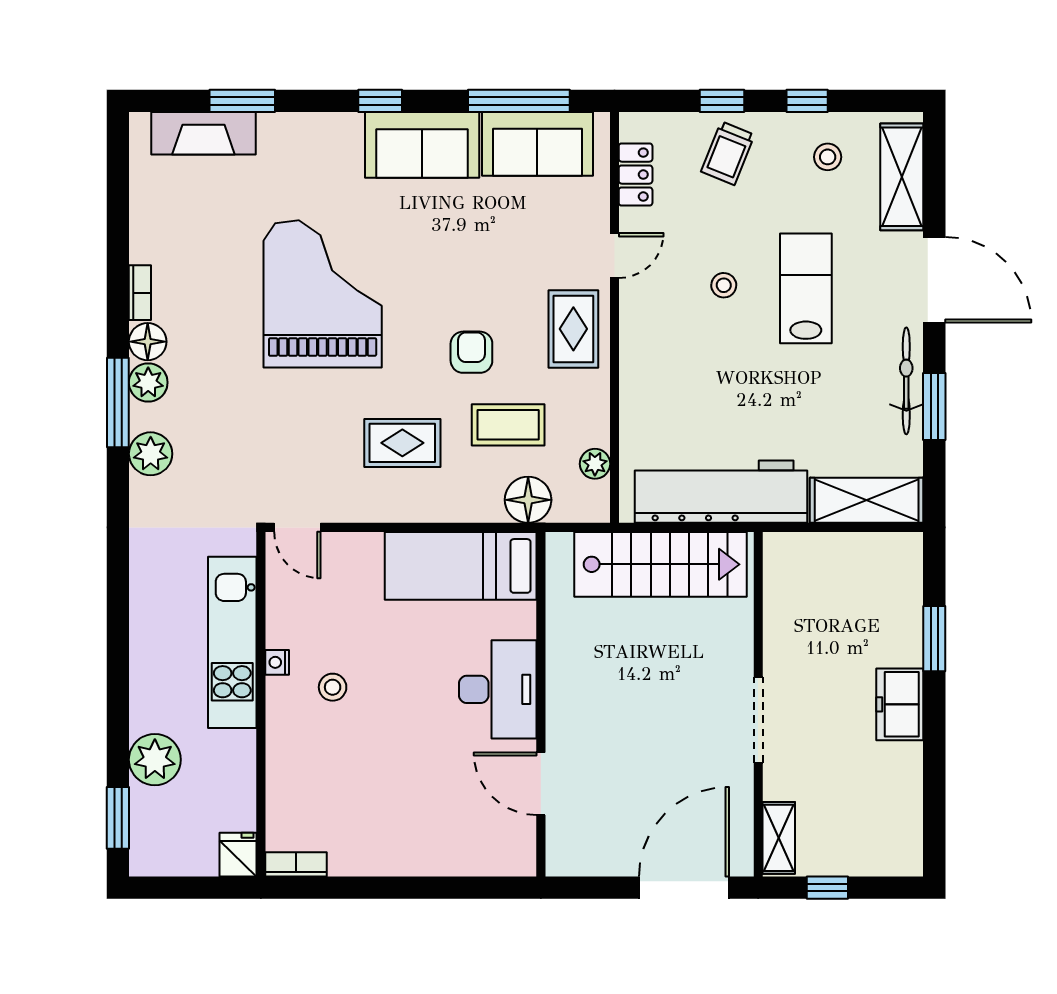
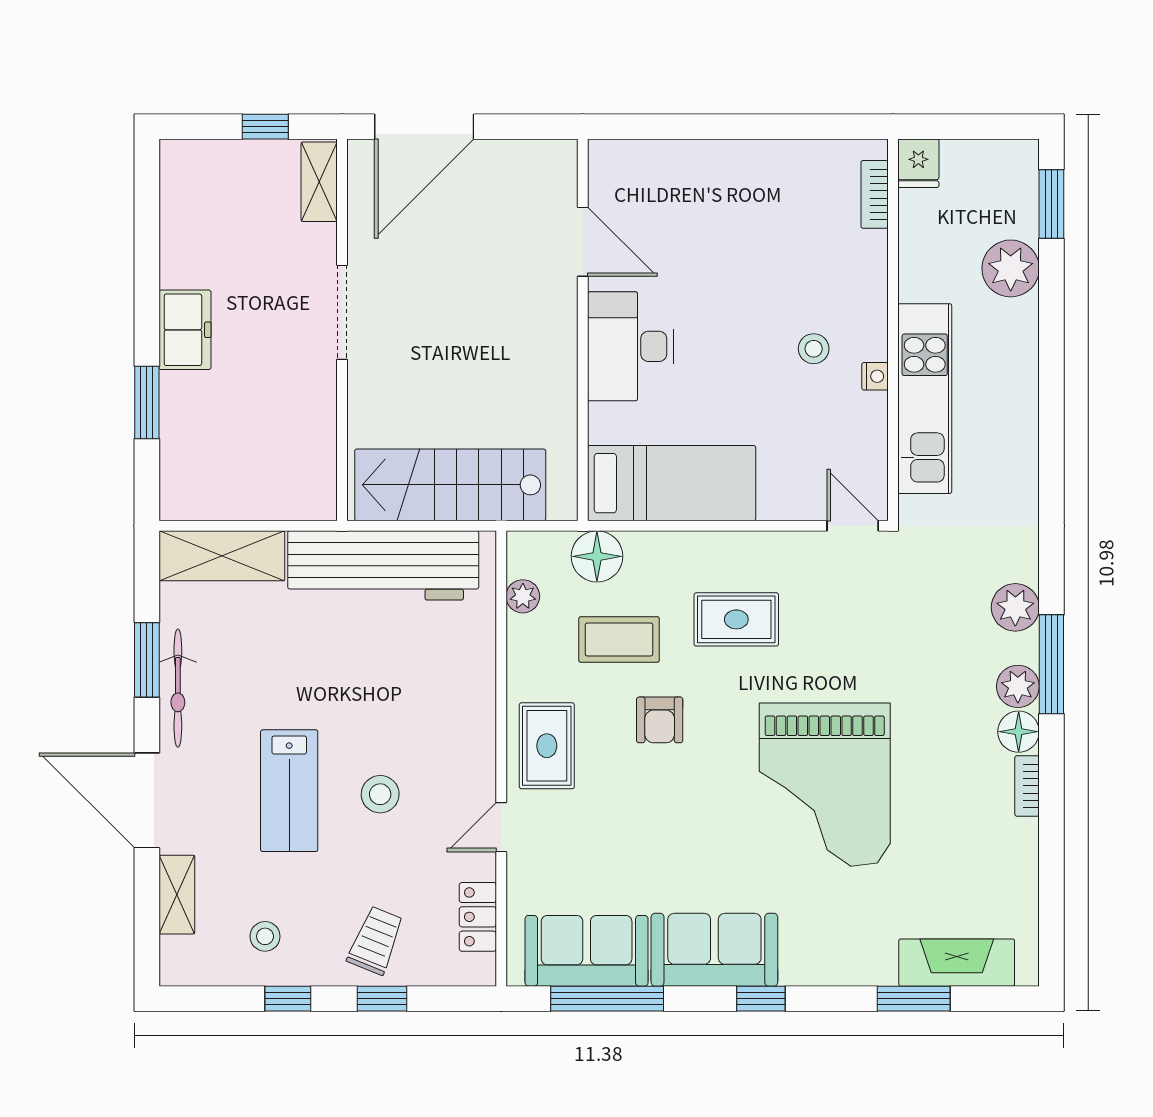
shelving: (902, 177) -> (177, 895), width x0.67, depth x0.75
stool: (724, 285) -> (380, 794), width x1.37, depth x1.37
bookcase: (296, 864) -> (875, 194), moved, turned 90

